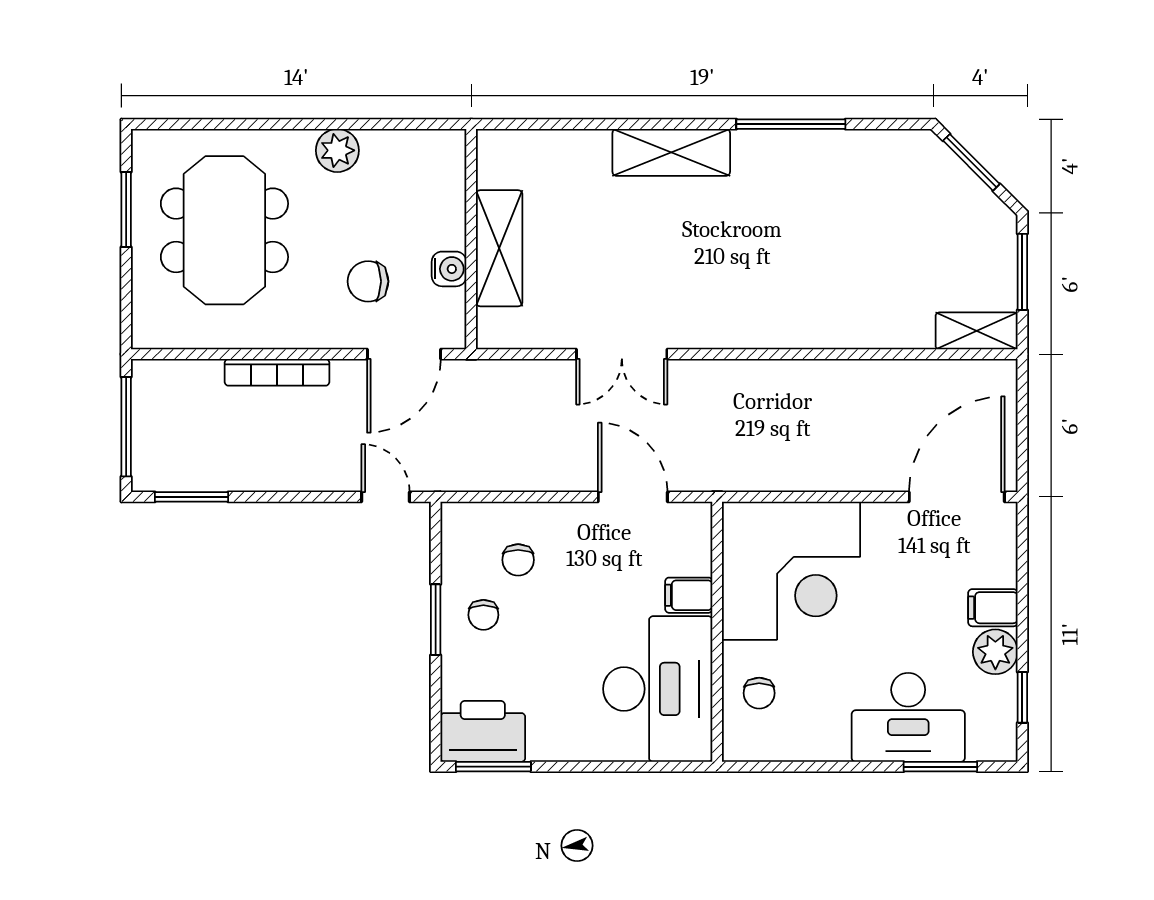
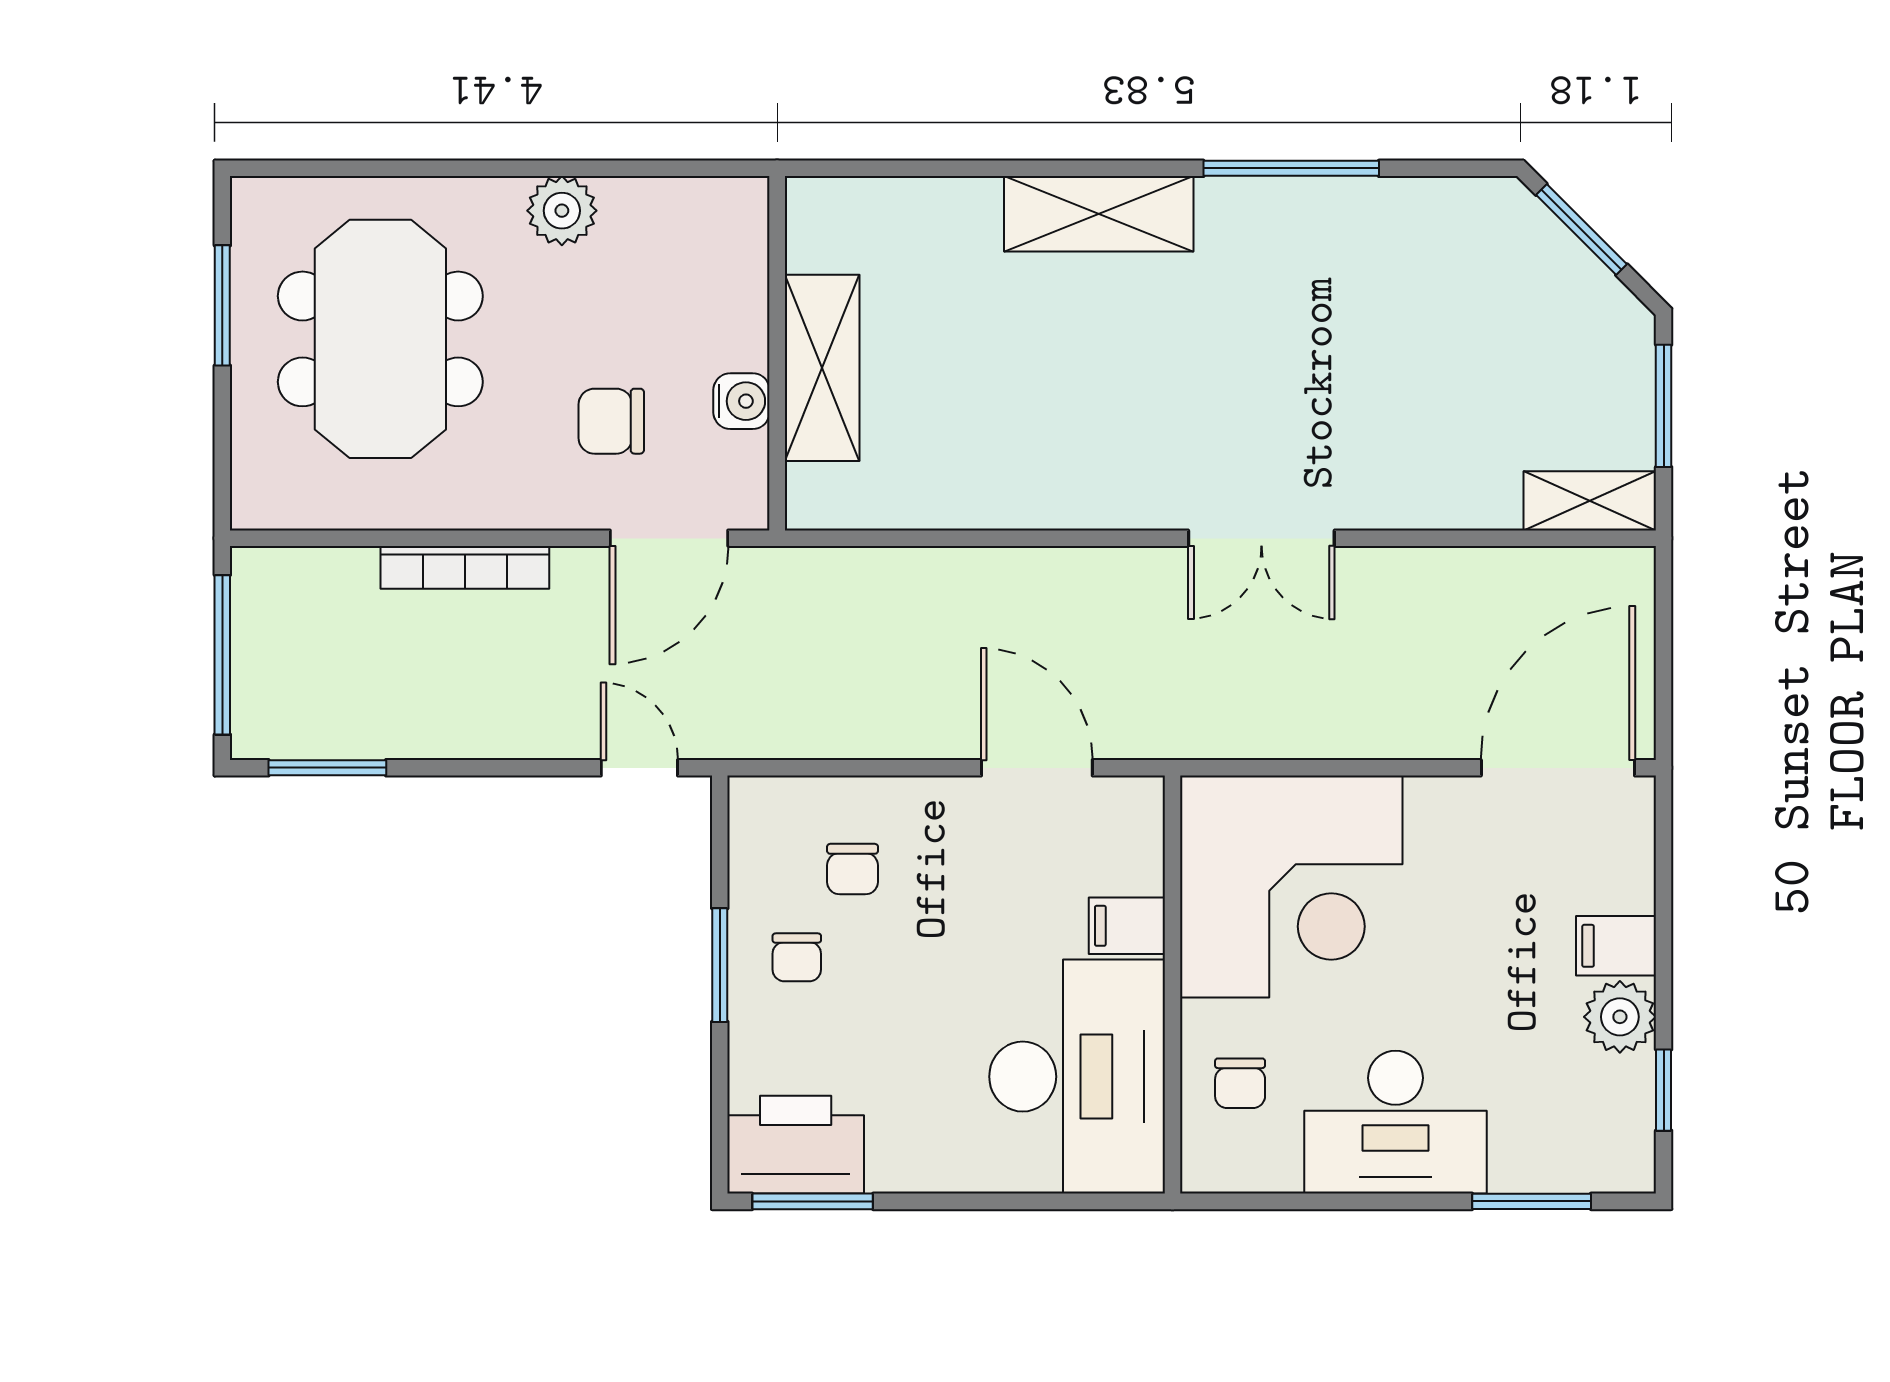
double door: (622, 354) -> (1261, 538), moved
desk: (908, 717) -> (1395, 1122), moved

